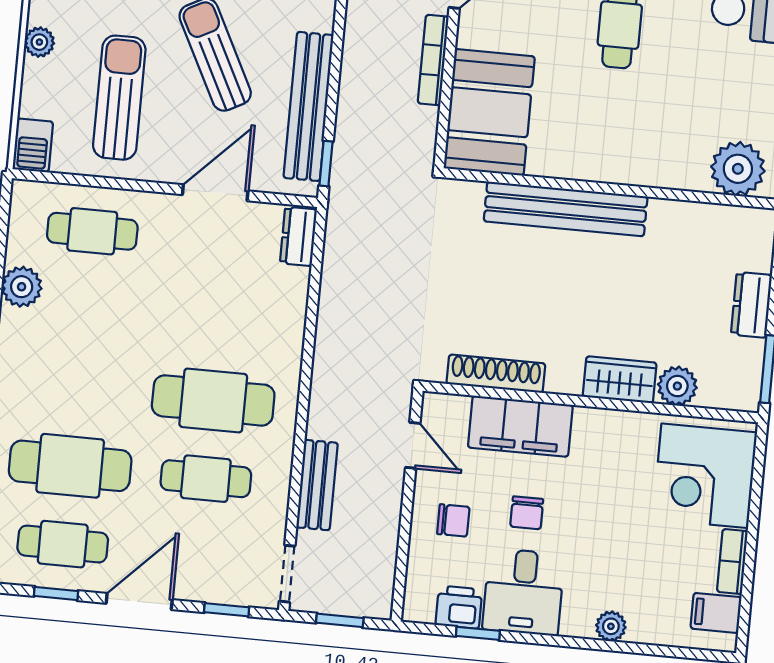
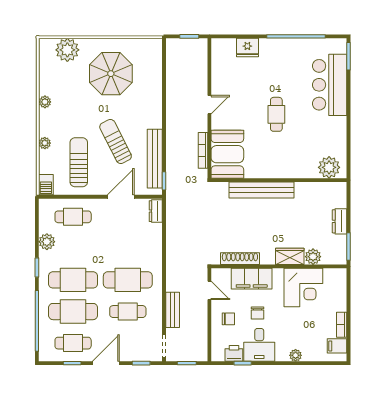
bookcase: (433, 60) -> (203, 150), moved
cafe table: (78, 388) -> (73, 280), added
corner desk: (705, 476) -> (303, 287), moved, turned -90

